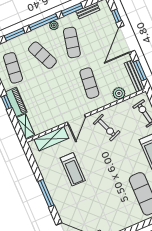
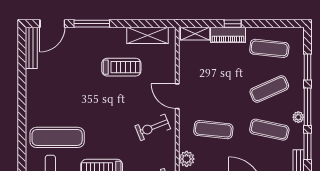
shelving: (51, 139) -> (147, 35), moved, turned 90
treadmill: (73, 169) -> (121, 67), turned 180
window: (46, 193) -> (92, 24), moved

